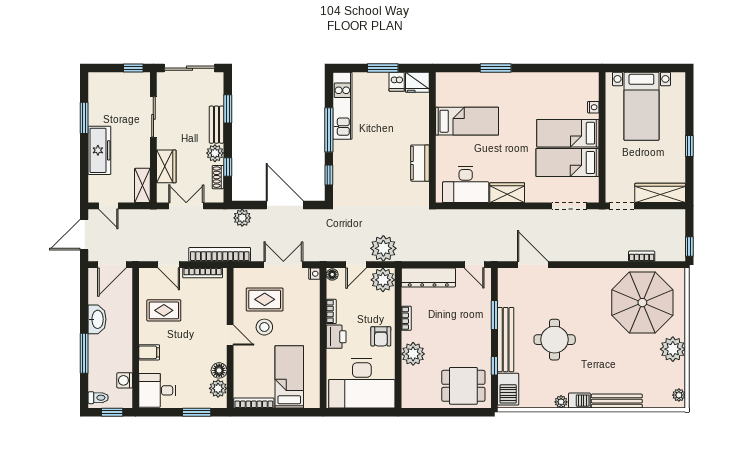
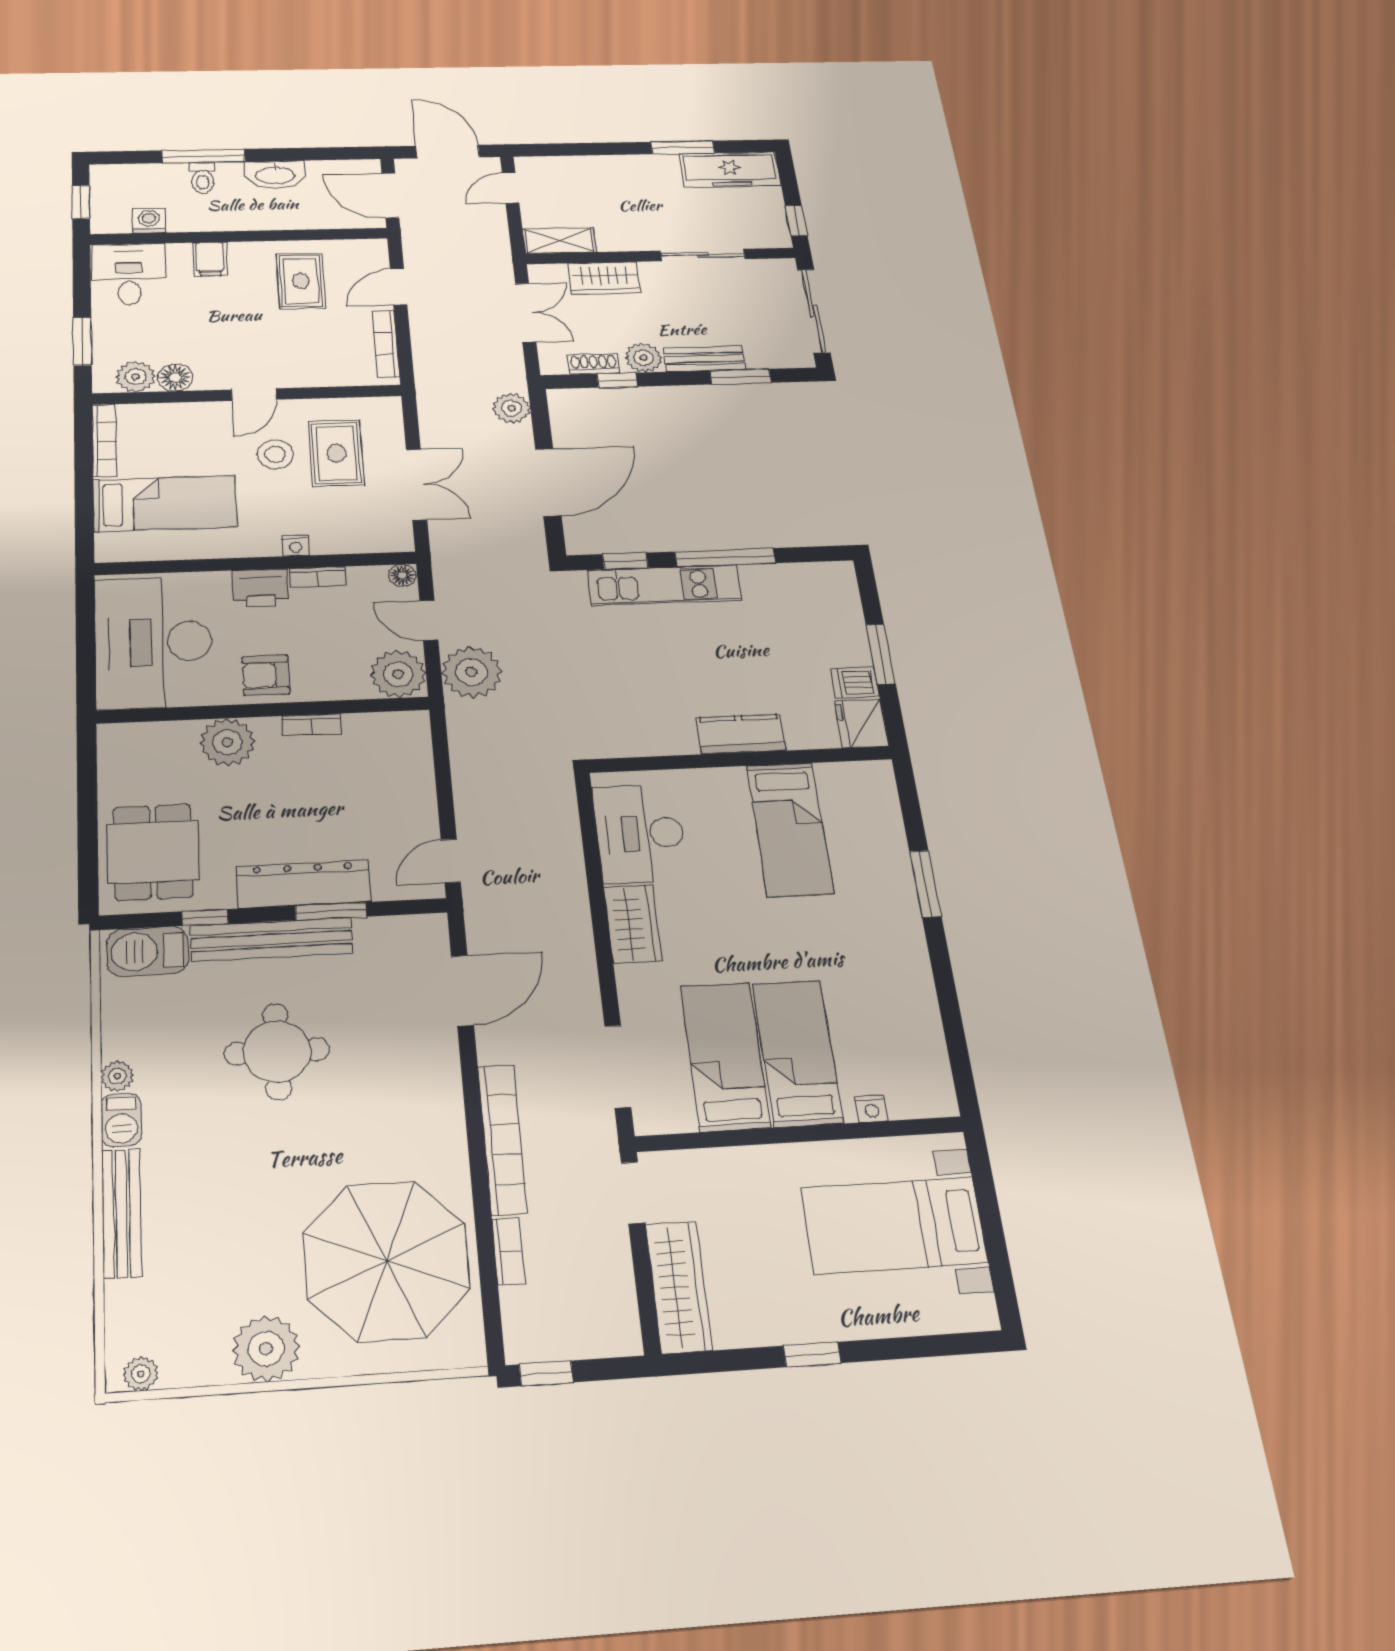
kitchen unit: (342, 106) -> (664, 585), moved
freezer: (99, 150) -> (730, 170), moved
kitchen counter: (420, 163) -> (741, 734), moved
bookcase: (220, 254) -> (502, 1139), moved
nightstand: (314, 274) -> (295, 546), moved
dresser: (428, 277) -> (303, 884), moved, turned 90
toilet: (98, 398) -> (203, 178), moved

